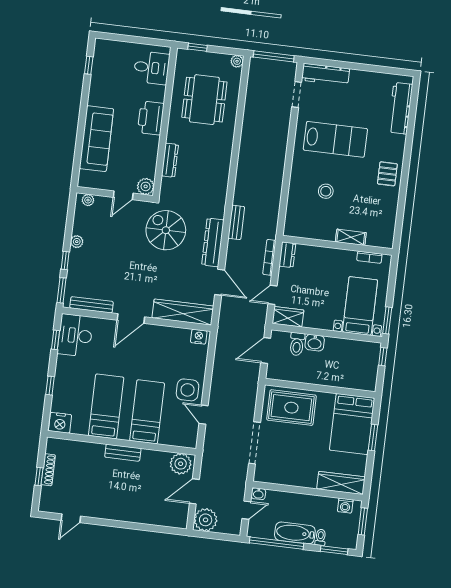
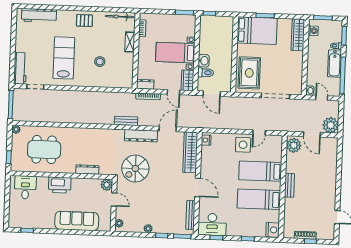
bicycle: (389, 225) -> (120, 17), added
bed with nightstands: (360, 306) -> (175, 53), moved

